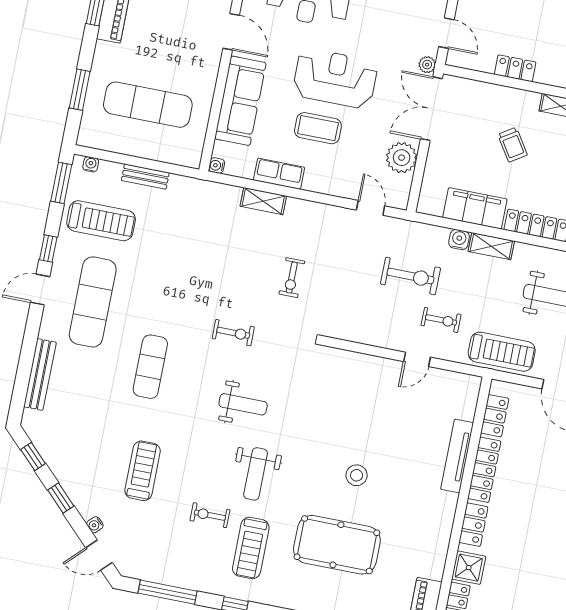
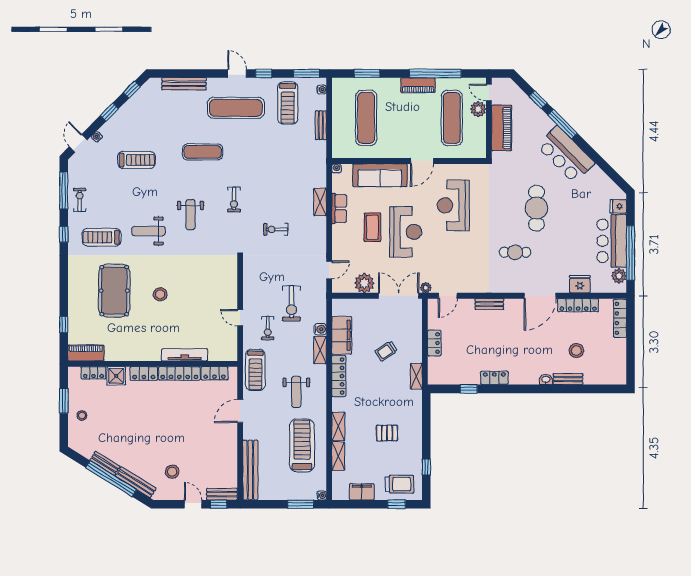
exercise bike: (210, 515) -> (80, 200), moved

